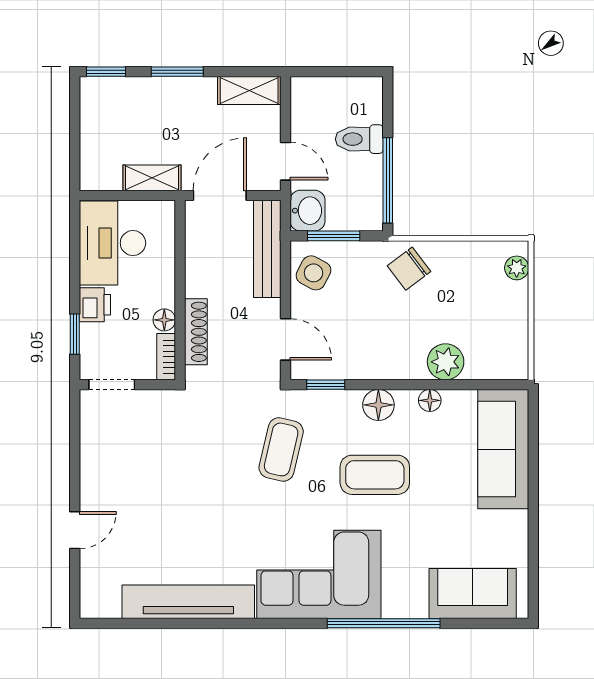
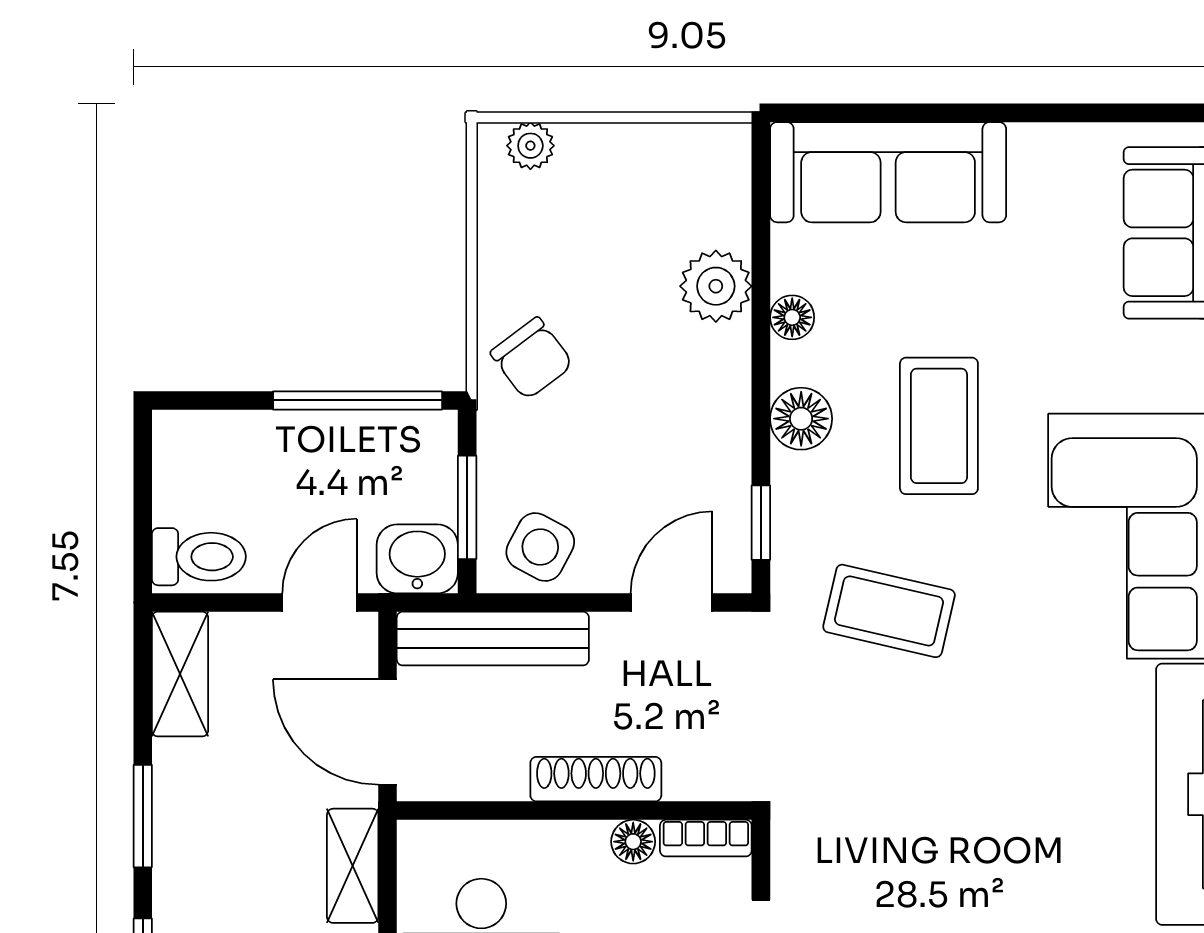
toilet: (359, 139) -> (199, 557), moved, turned -90
shoe rack: (196, 332) -> (596, 779), moved

